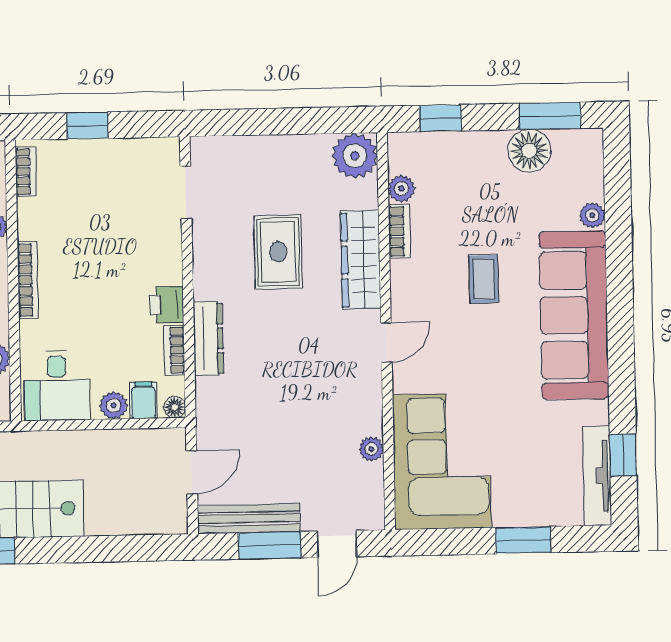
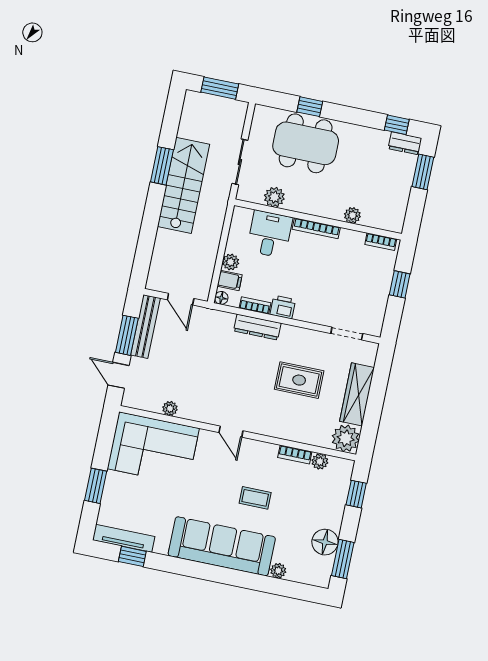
wardrobe: (361, 260) -> (357, 394), moved, turned -90
desk: (57, 386) -> (270, 234), moved, turned 90

